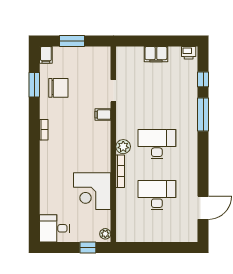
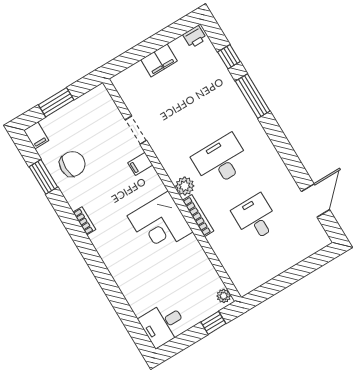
corner desk: (92, 191) -> (160, 224), moved
desk: (157, 195) -> (255, 218), width x0.73

